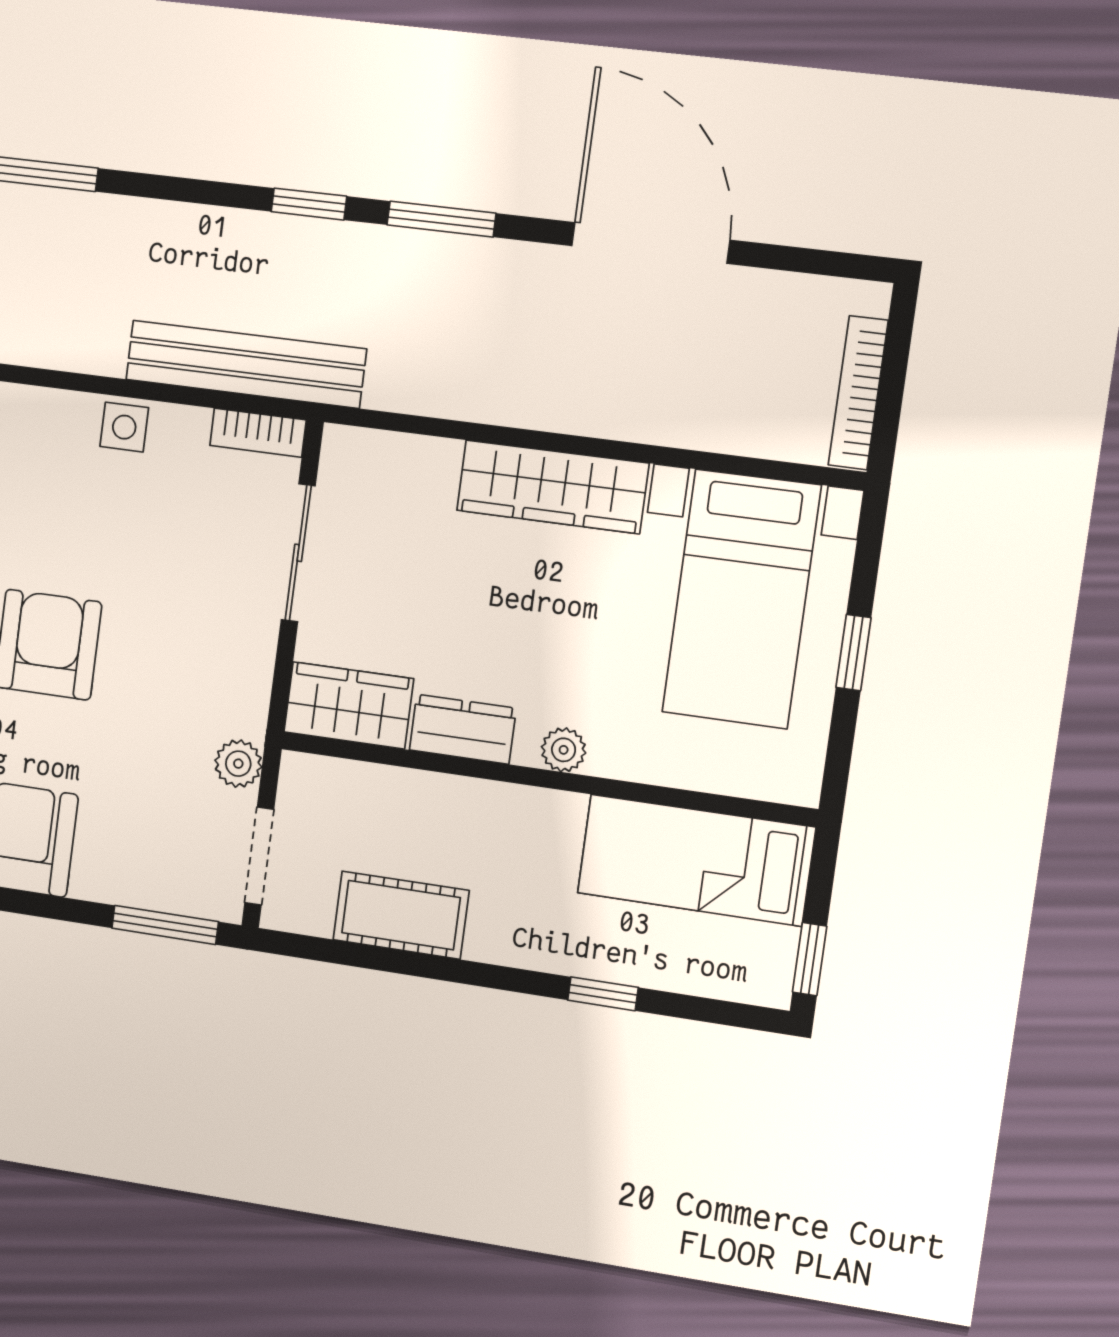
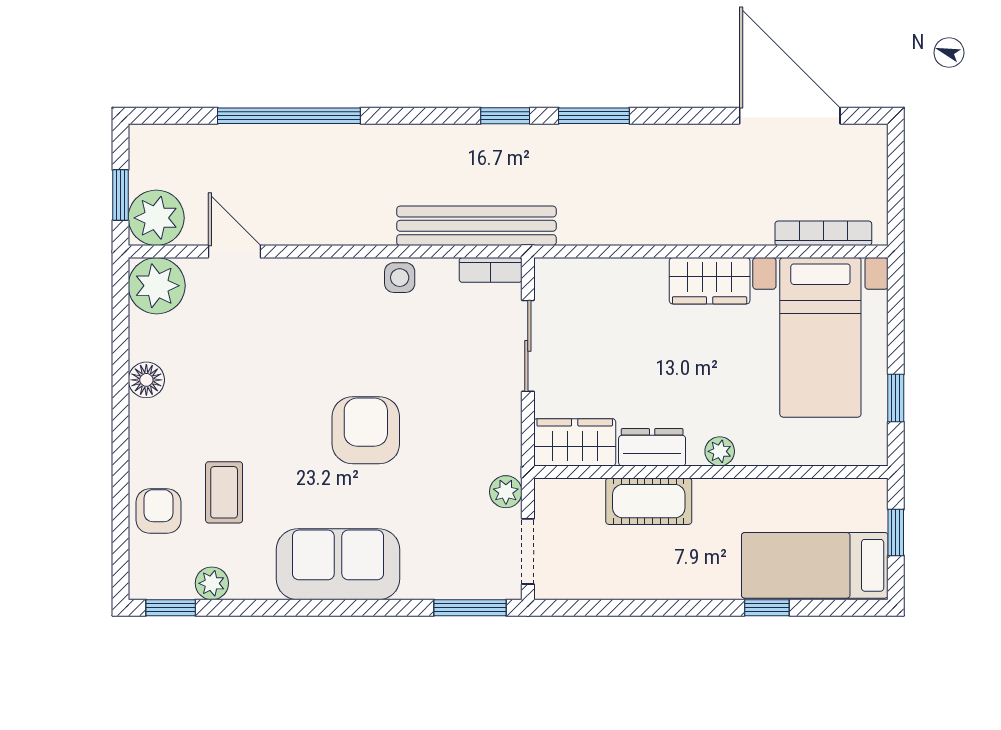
door: (651, 243) -> (790, 116), moved
bookcase: (858, 393) -> (823, 233), moved, turned 90
wardrobe: (553, 487) -> (710, 281), width x0.67
window: (853, 653) -> (896, 398), moved
bed: (696, 860) -> (815, 565), moved
cot: (401, 915) -> (649, 501), moved
window: (810, 959) -> (896, 532), moved

